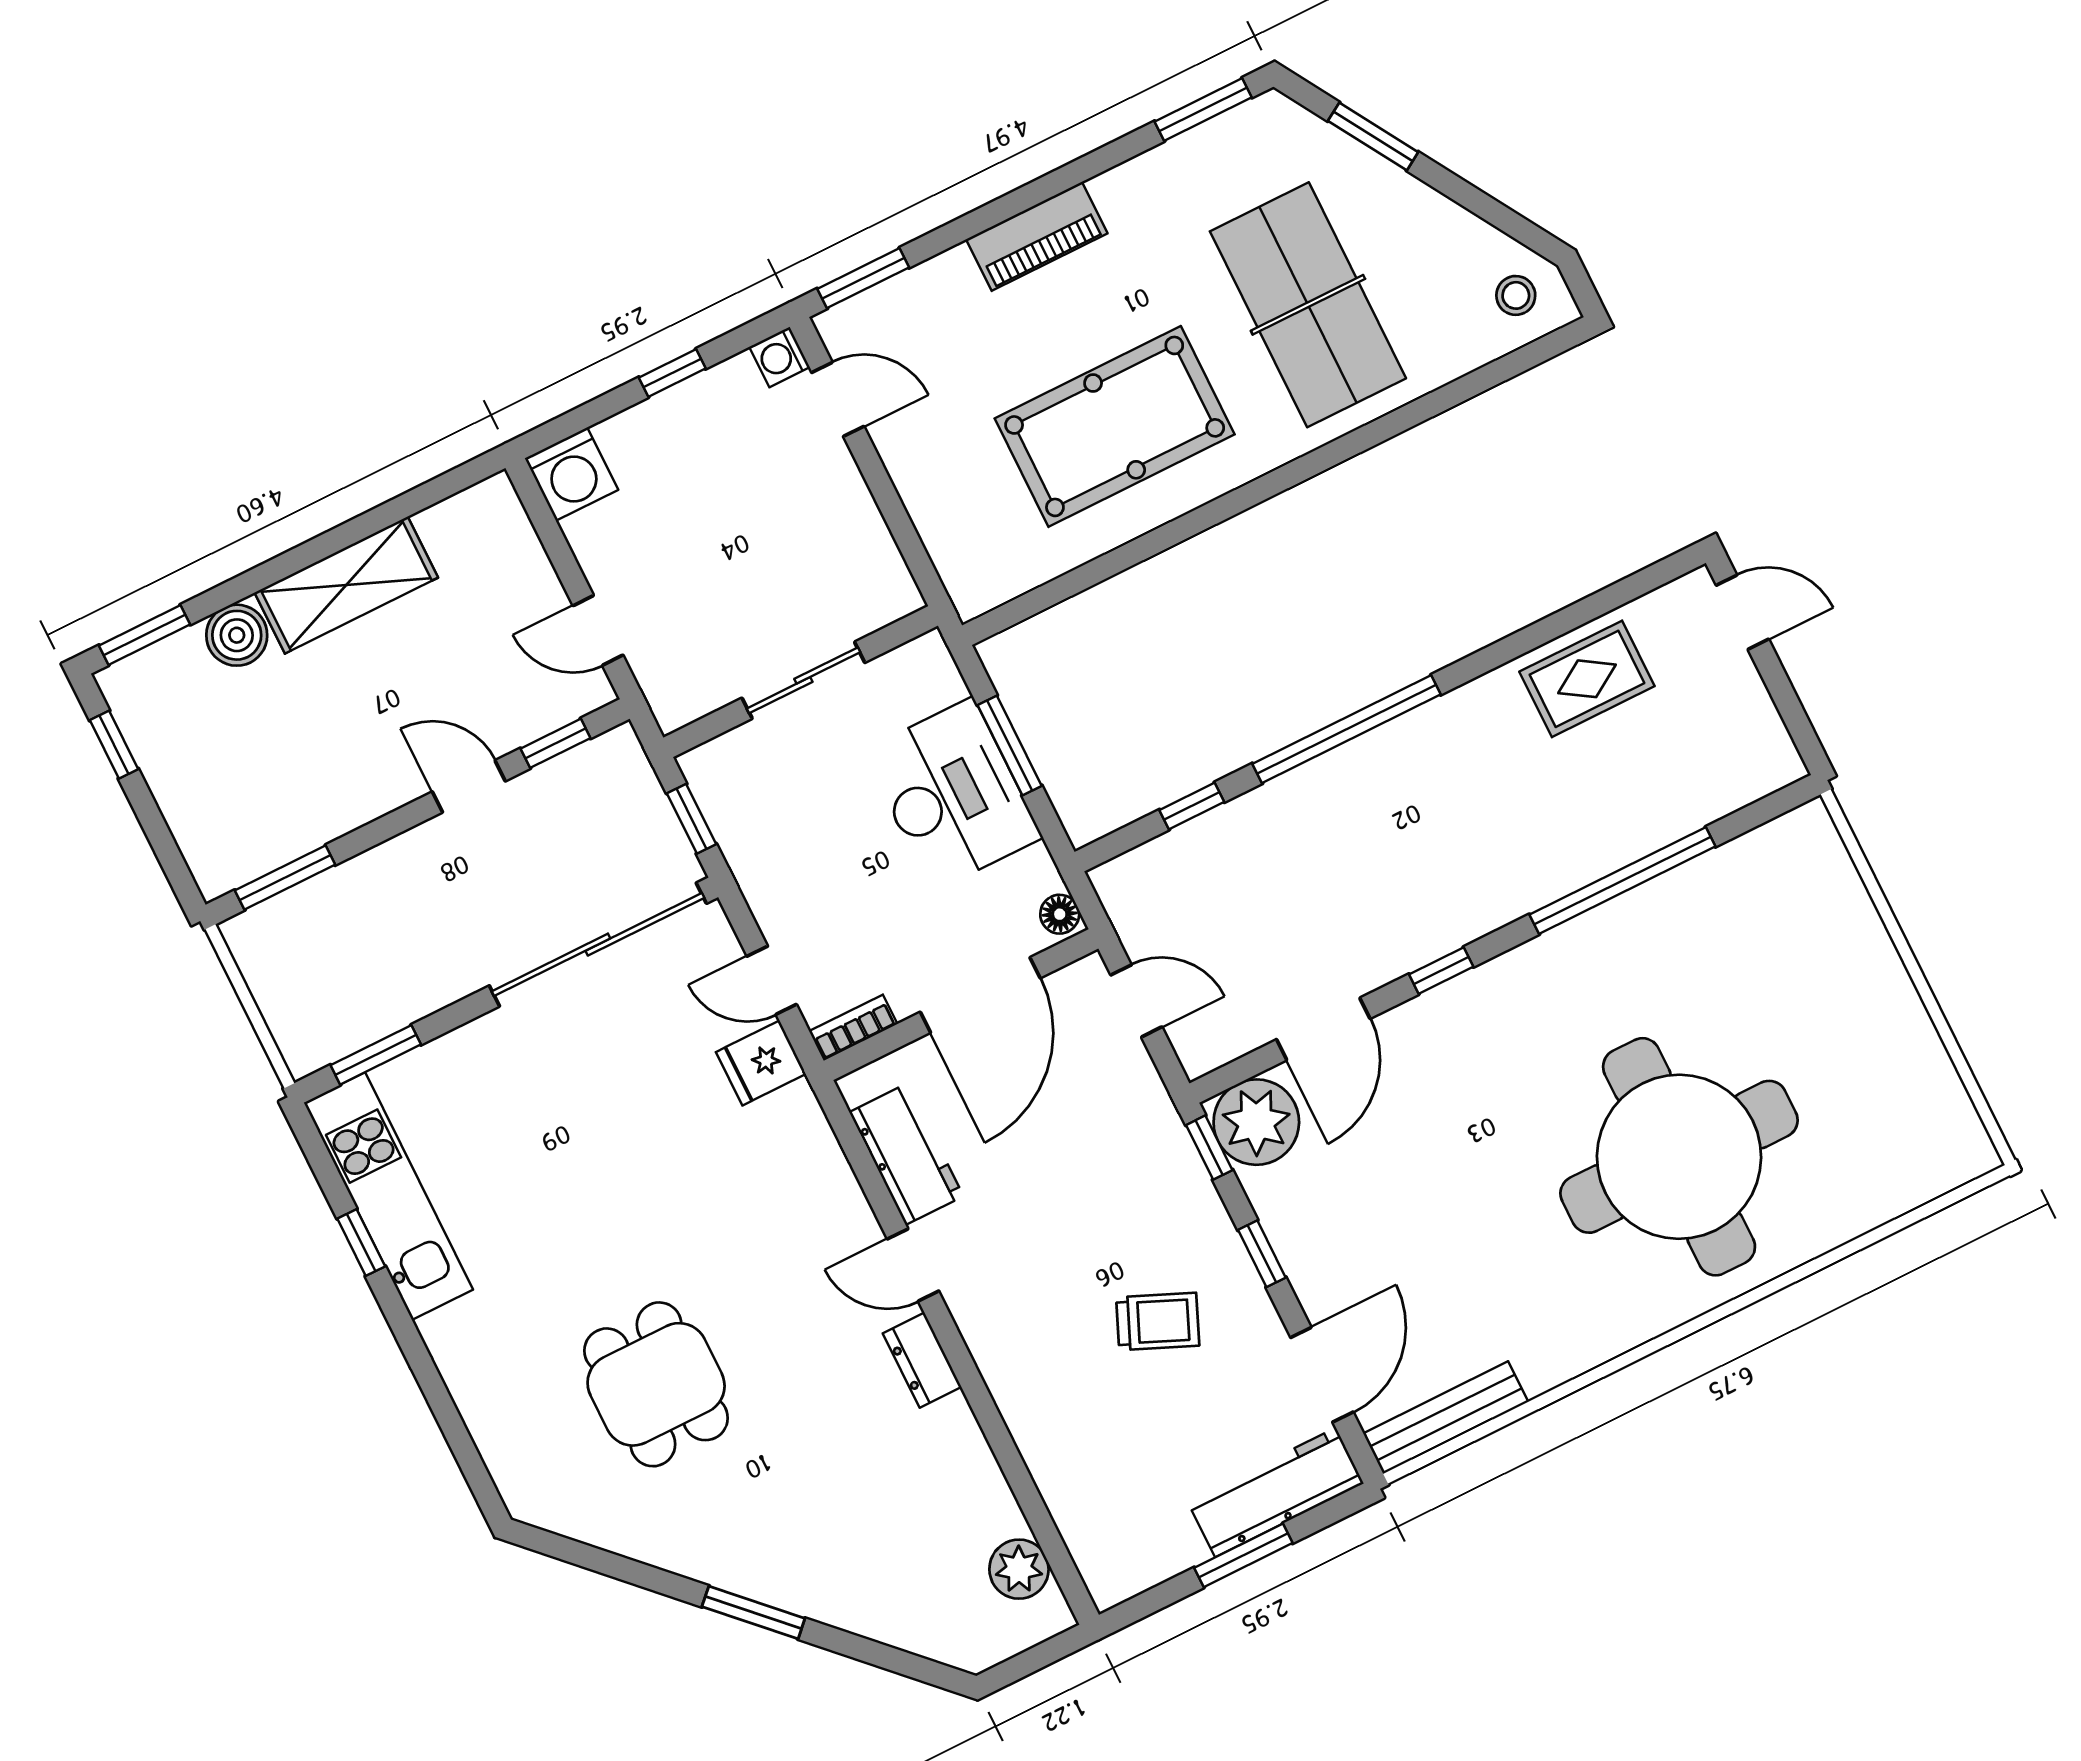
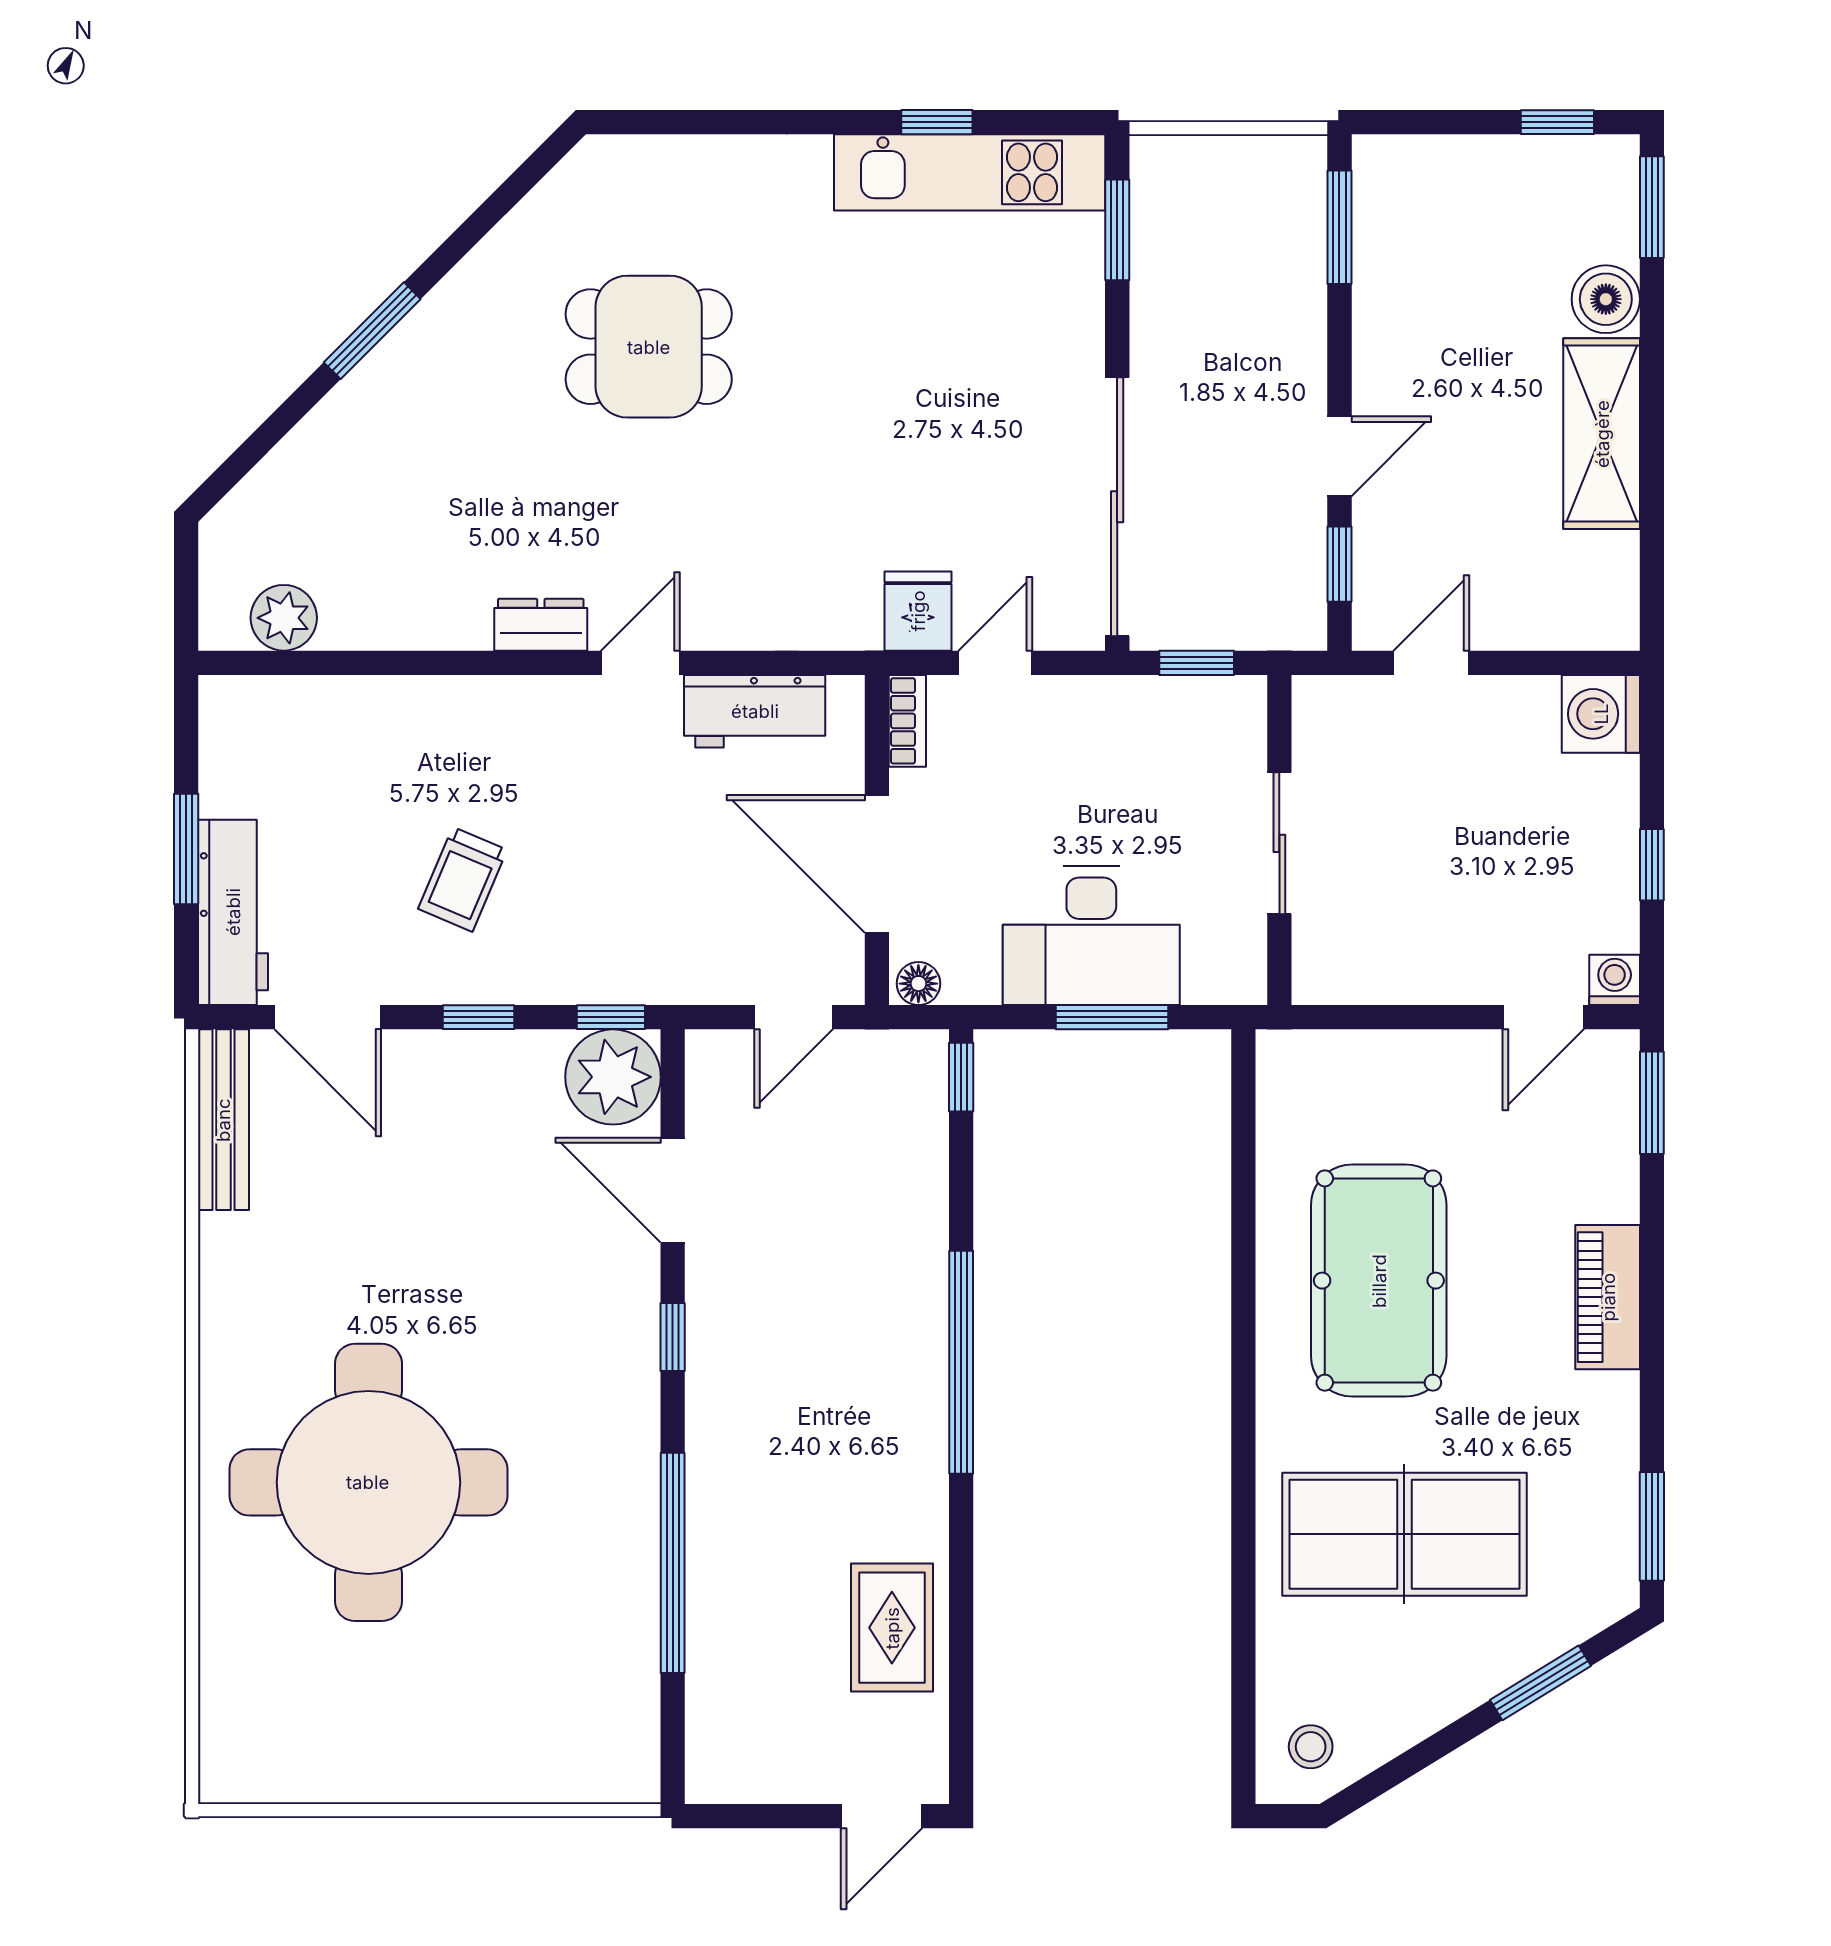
window: (1192, 806) -> (961, 1077), moved

